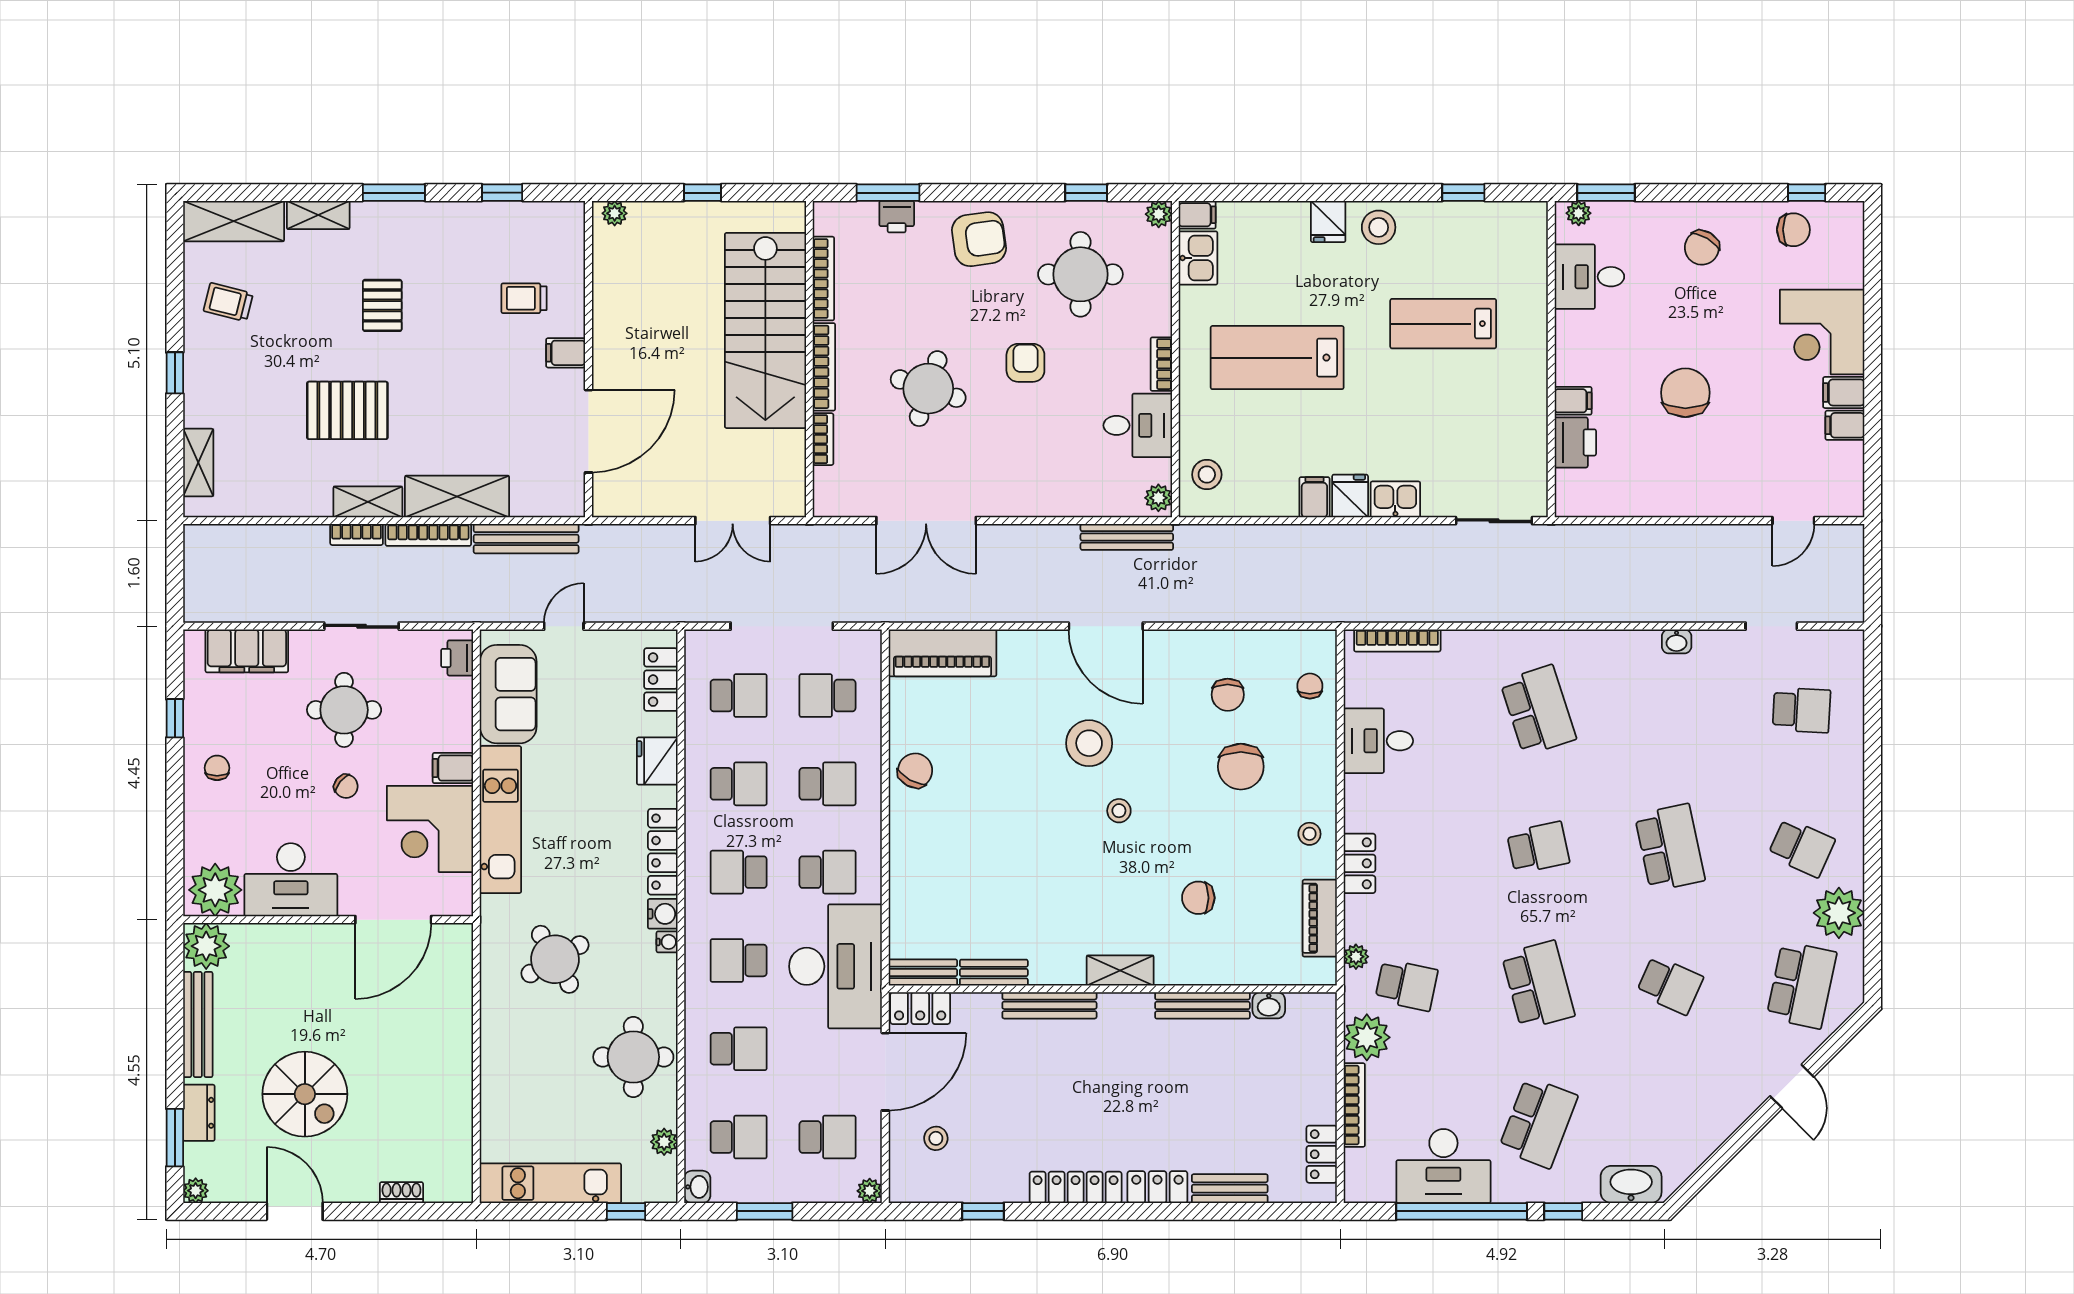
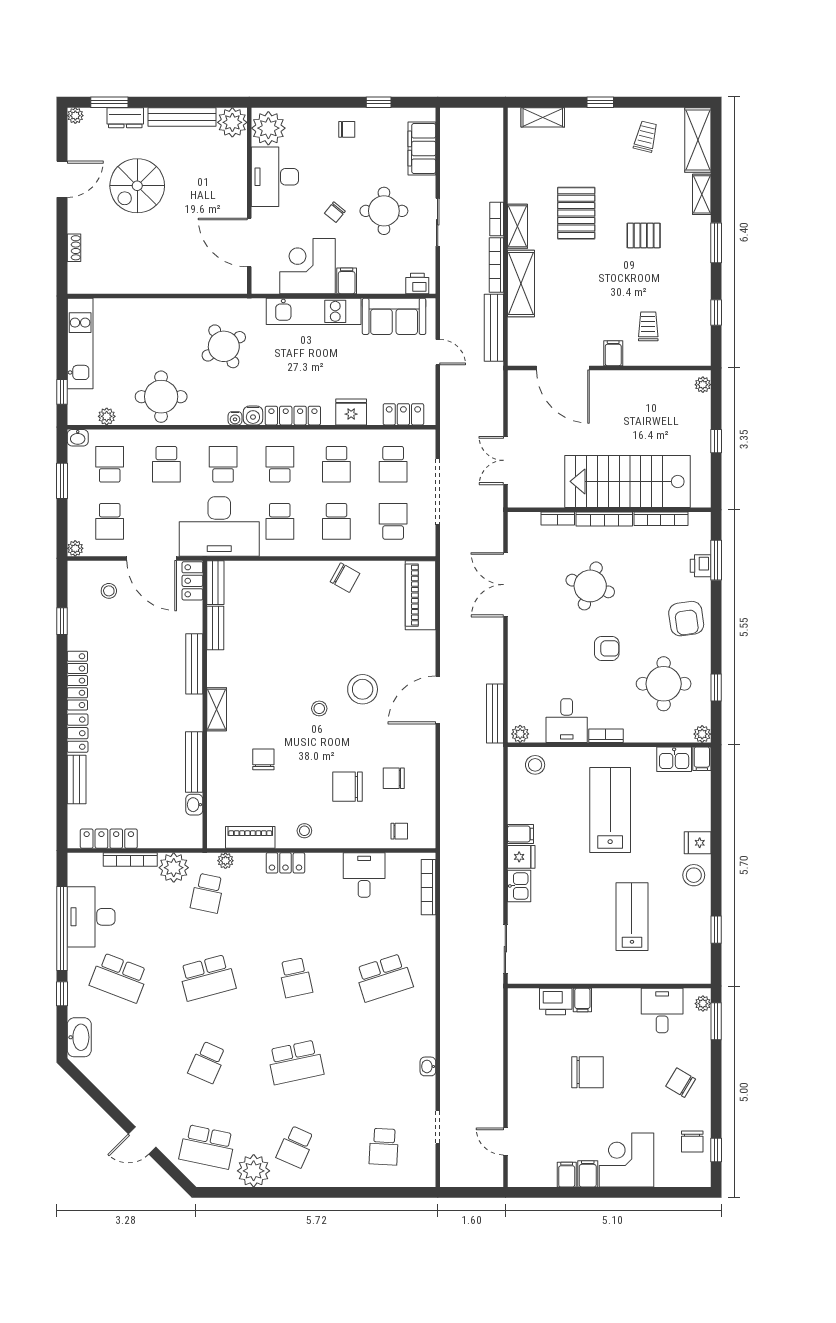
school desk: (739, 1137) -> (110, 464), turned 180
locker: (1322, 1154) -> (109, 839), width x1.53

